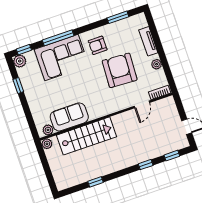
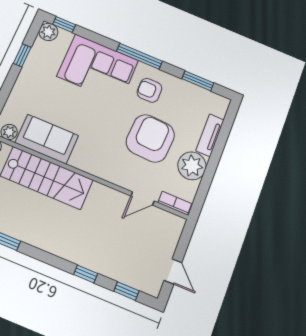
window: (58, 38) -> (139, 56), moved
plant: (157, 64) -> (192, 166), width x1.88, depth x1.88

